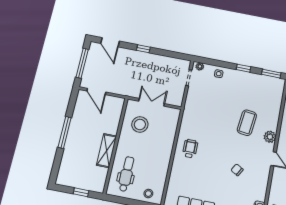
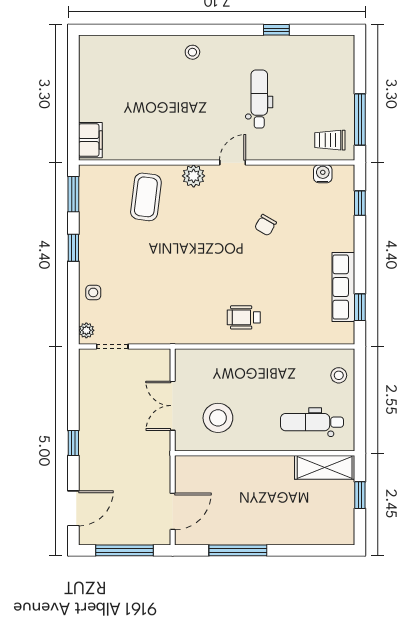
coffee table: (247, 123) -> (146, 197), moved, turned 90
window: (65, 132) -> (238, 550), moved
shelving: (107, 151) -> (325, 467), moved

